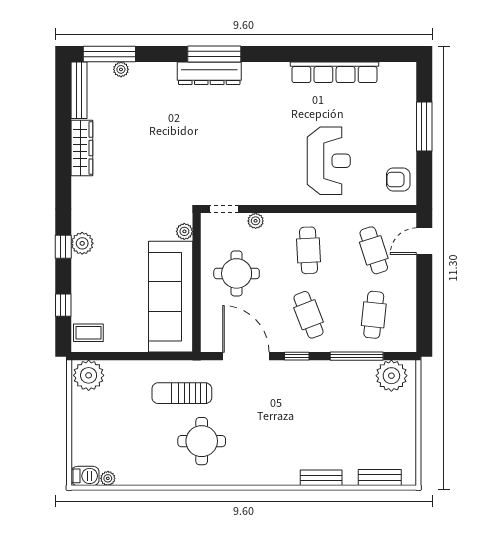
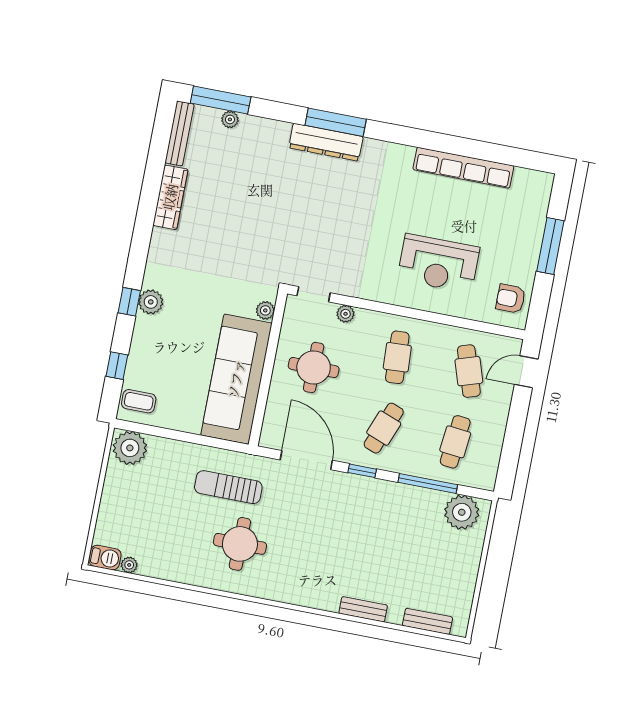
reception desk: (329, 161) -> (438, 263), turned 90
cafe table: (308, 315) -> (384, 428), turned 42

